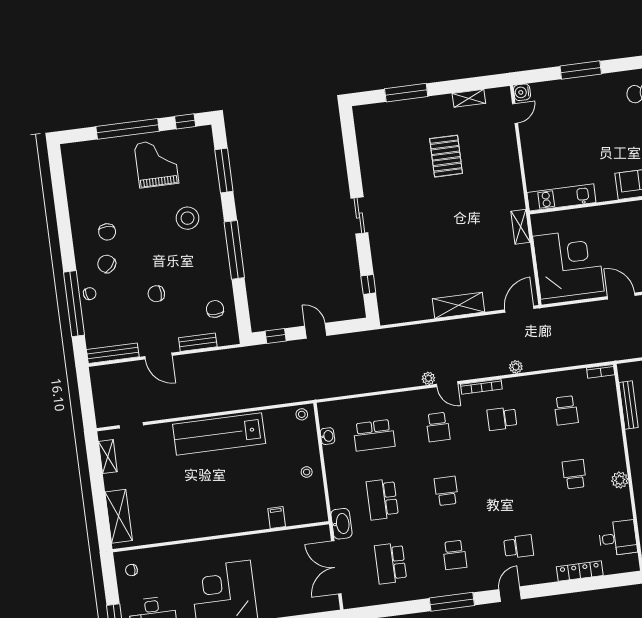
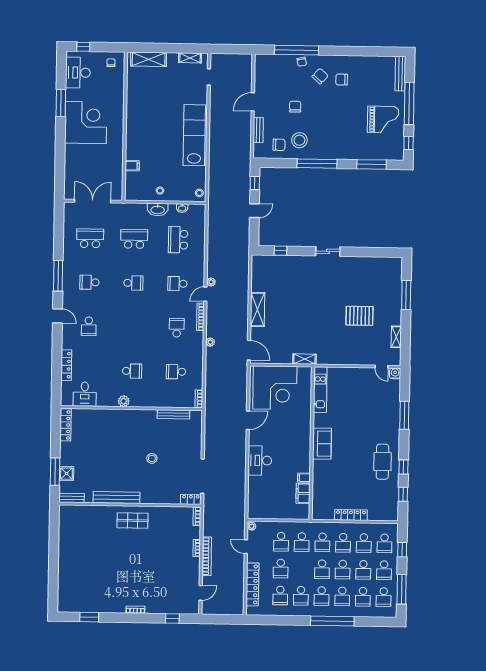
stool: (188, 218) -> (299, 140), moved
bench: (113, 353) -> (400, 74), moved
washbasin: (341, 524) -> (158, 210), moved

